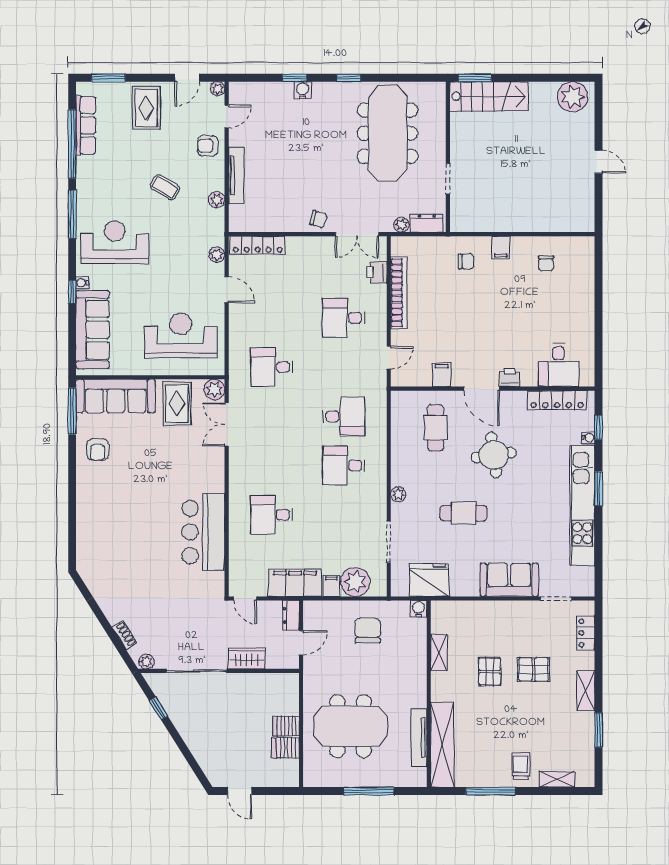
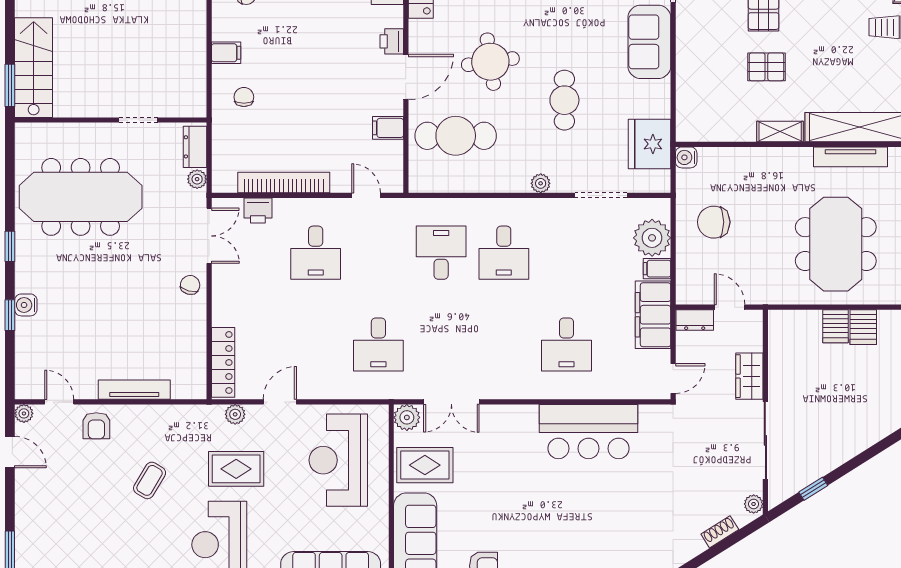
rug: (146, 108) -> (236, 469), moved
plant: (217, 200) -> (165, 415), removed
cafe table: (436, 428) -> (456, 136), width x1.37, depth x1.35
shelving: (439, 653) -> (780, 132), moved

